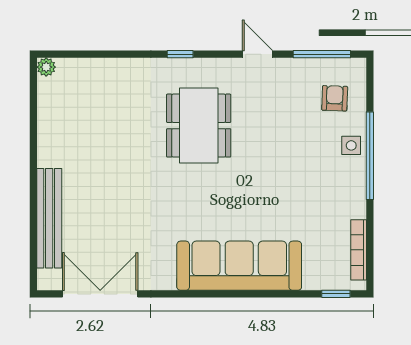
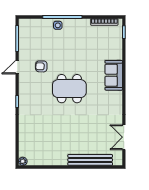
armchair: (335, 98) -> (41, 66), moved
dining table: (199, 126) -> (69, 89), moved
sofa: (239, 266) -> (114, 75), width x0.54, depth x0.79
double door: (100, 294) -> (124, 137), width x0.73

